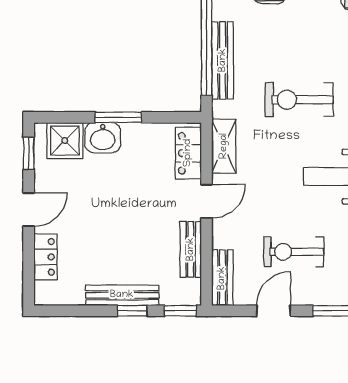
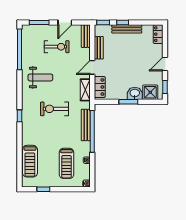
exercise bike: (299, 100) -> (54, 109), turned 180
locker: (45, 257) -> (158, 34), moved

